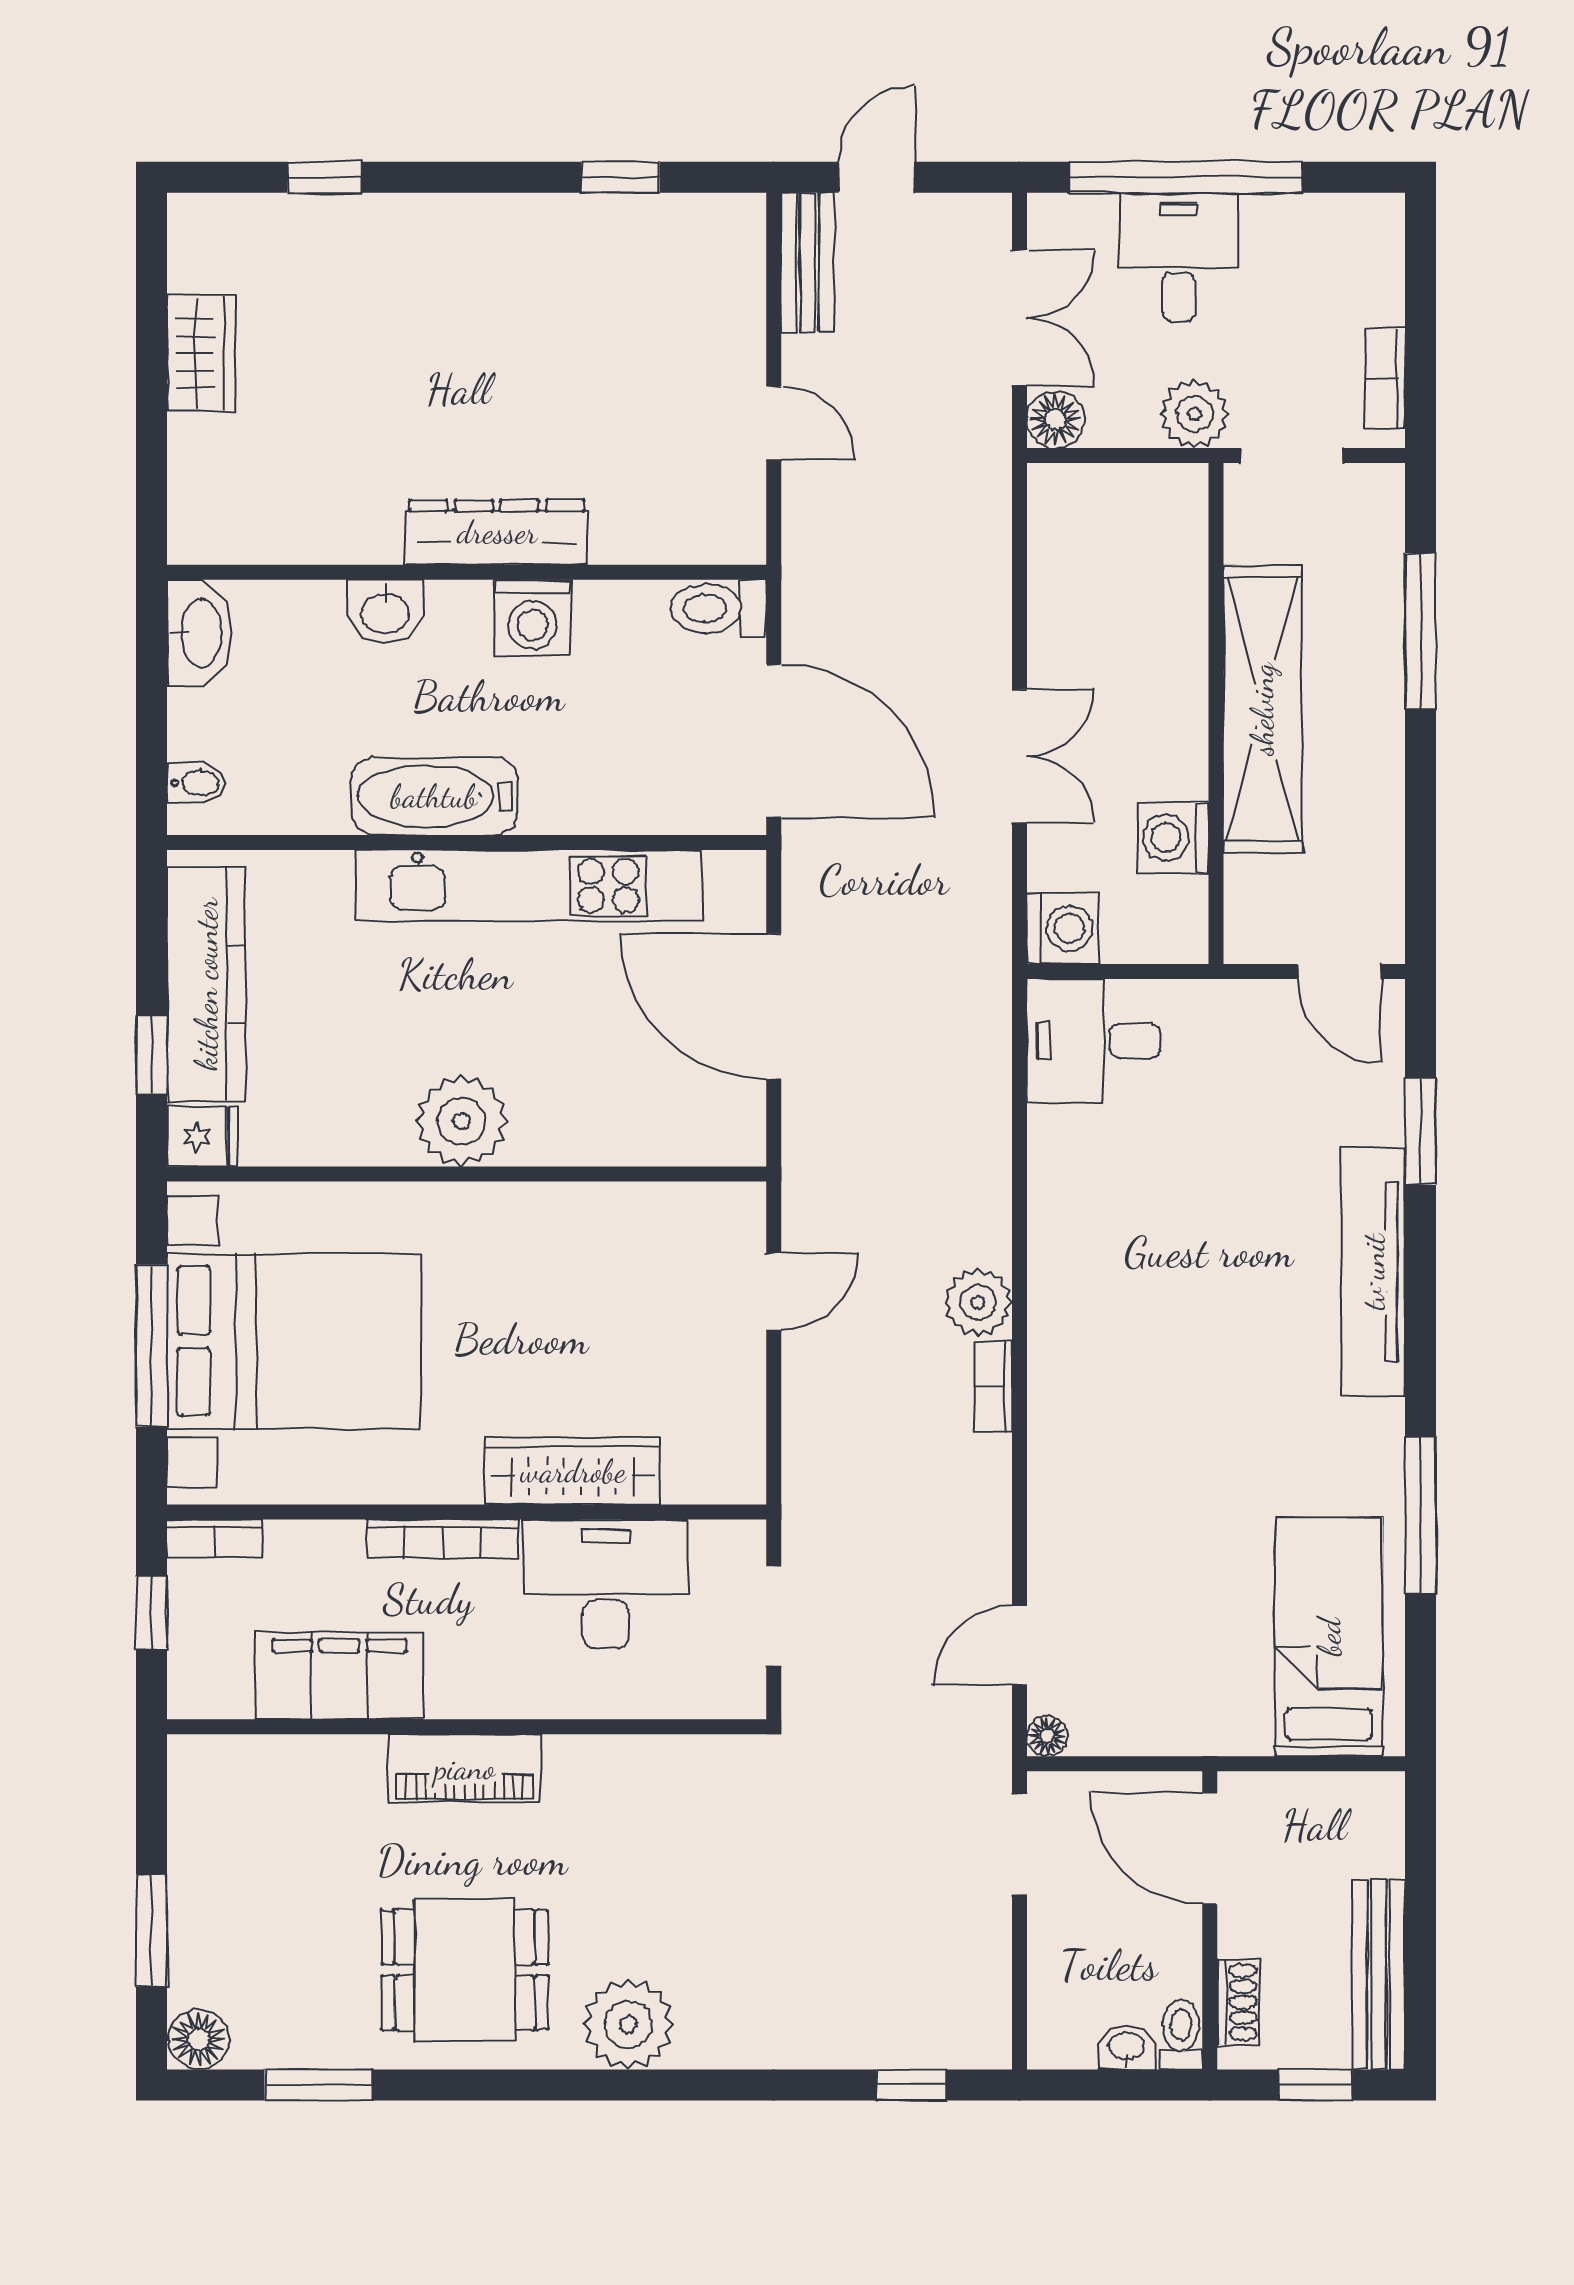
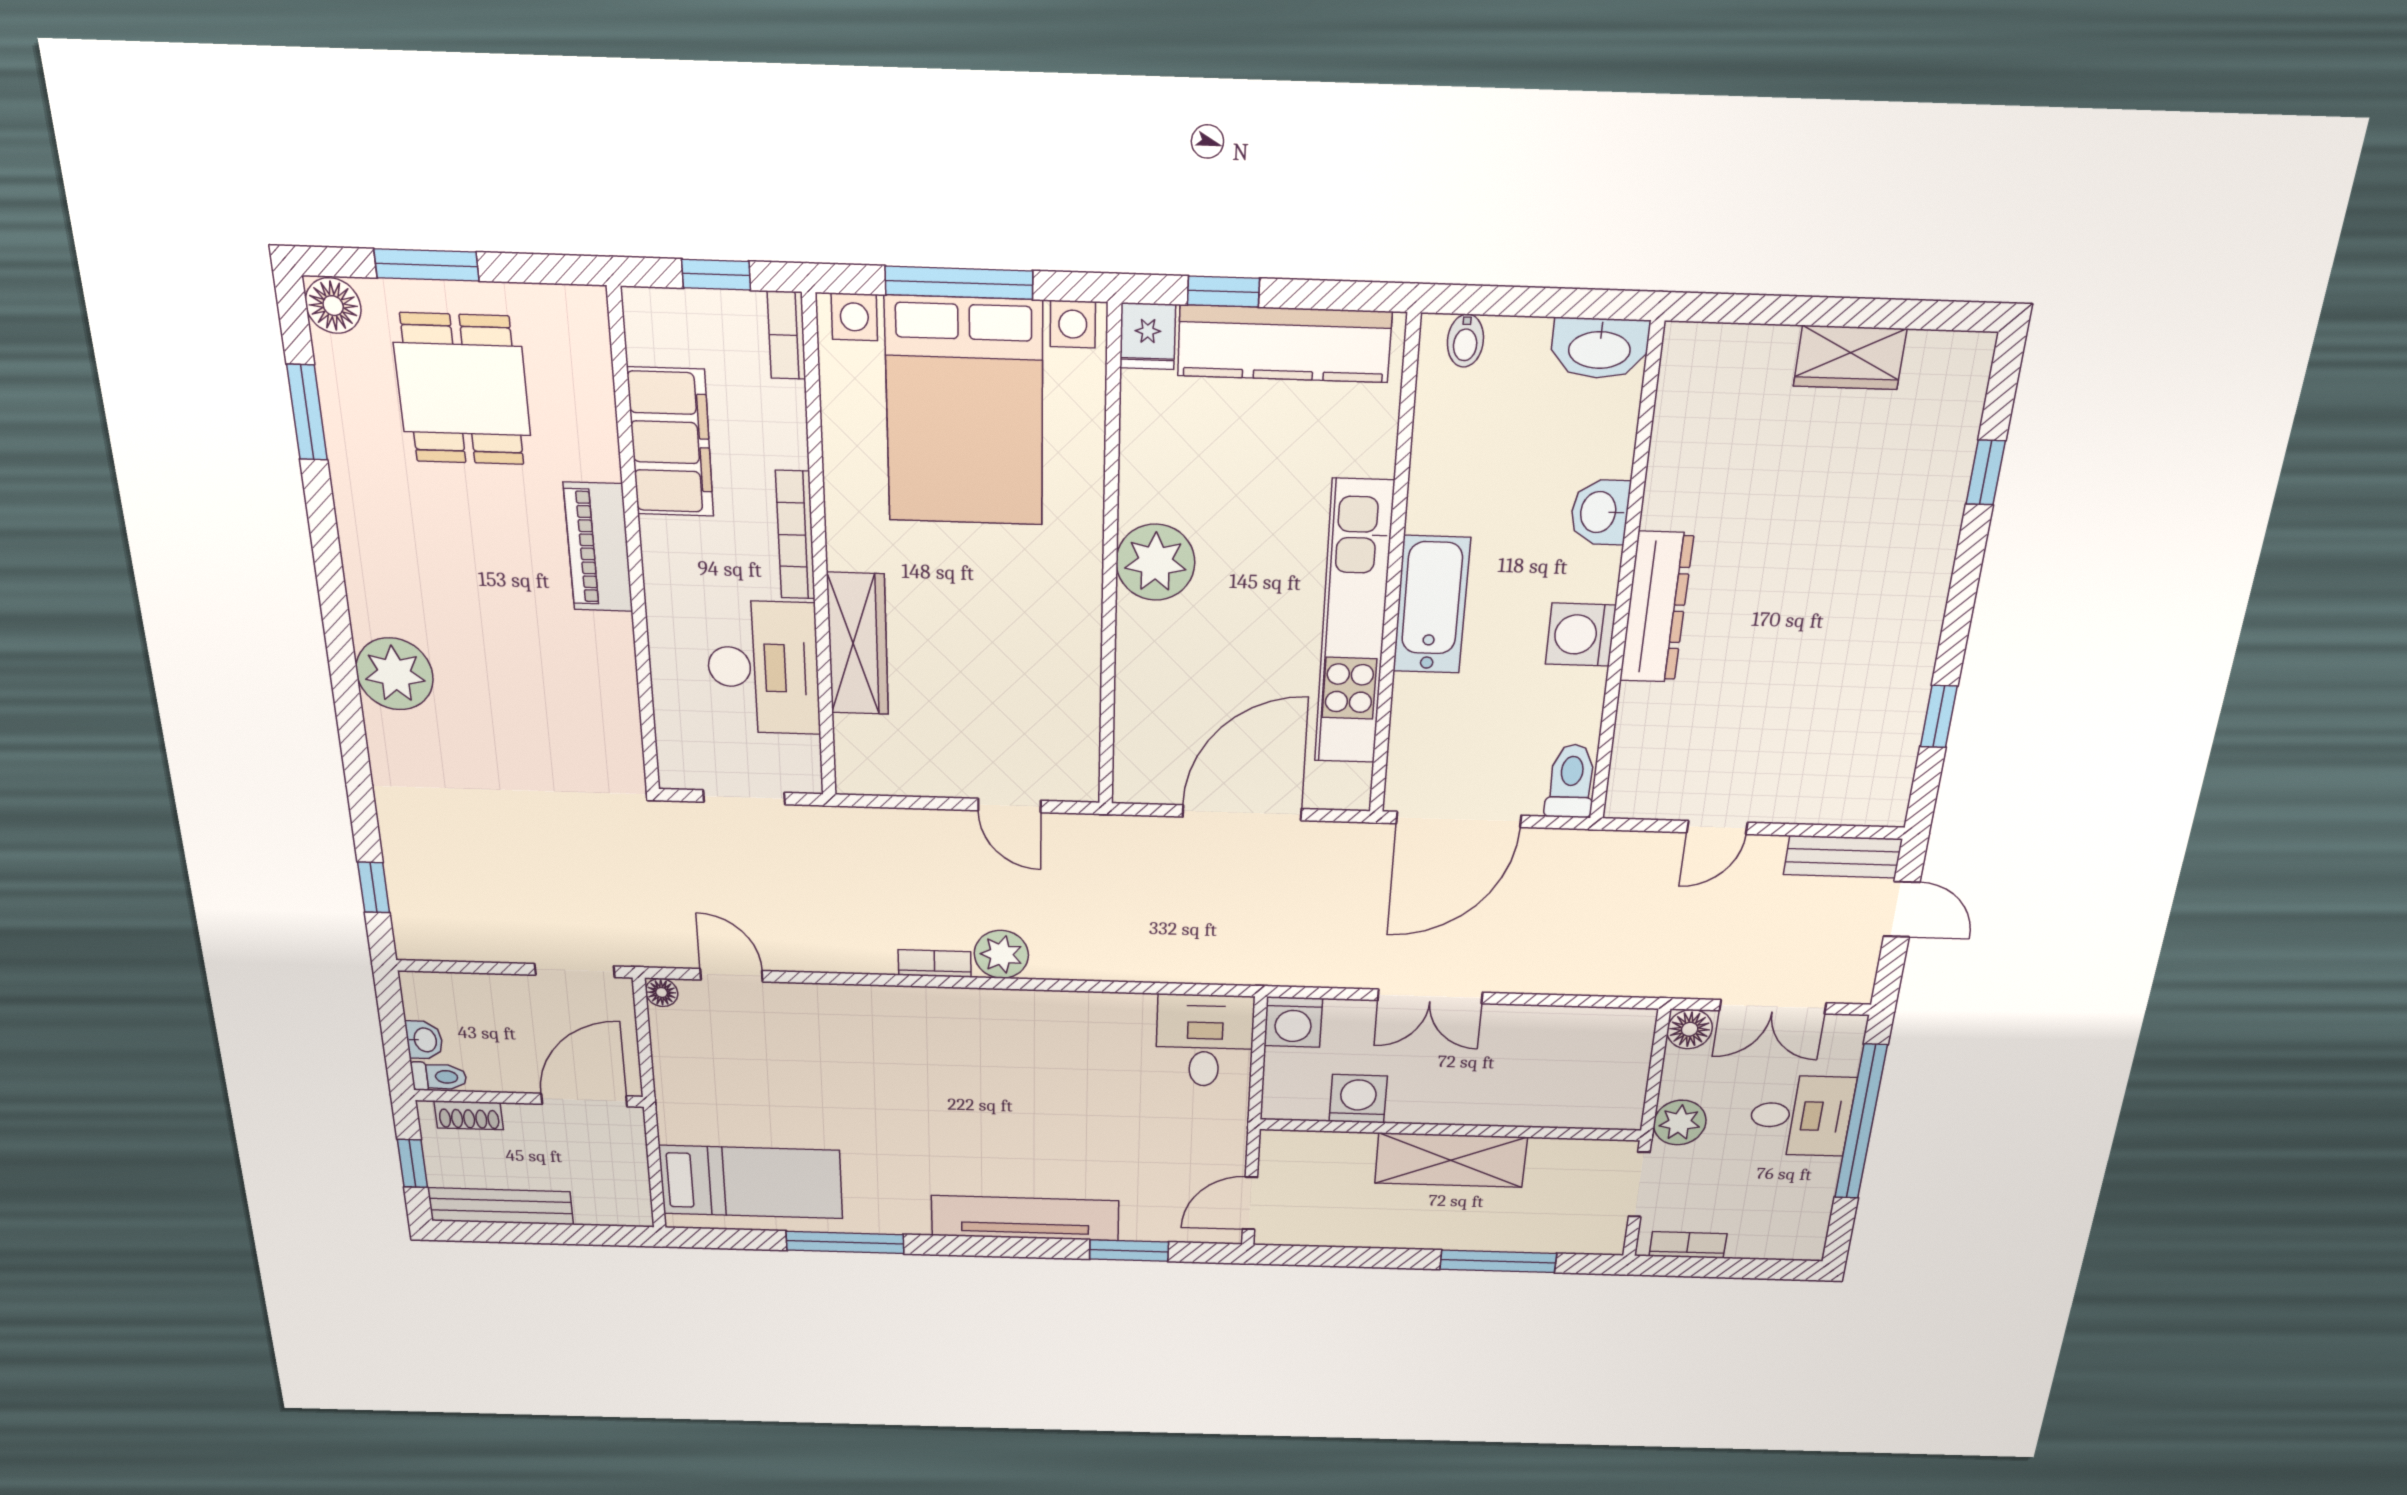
shelving: (1262, 709) -> (1451, 1160), width x0.68
bathtub: (434, 796) -> (1431, 605), moved
dining table: (465, 1970) -> (462, 389), moved

